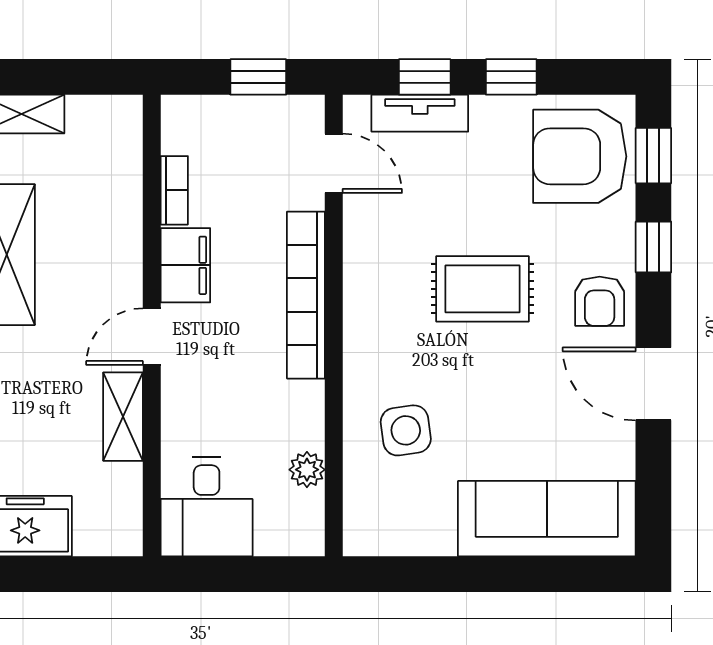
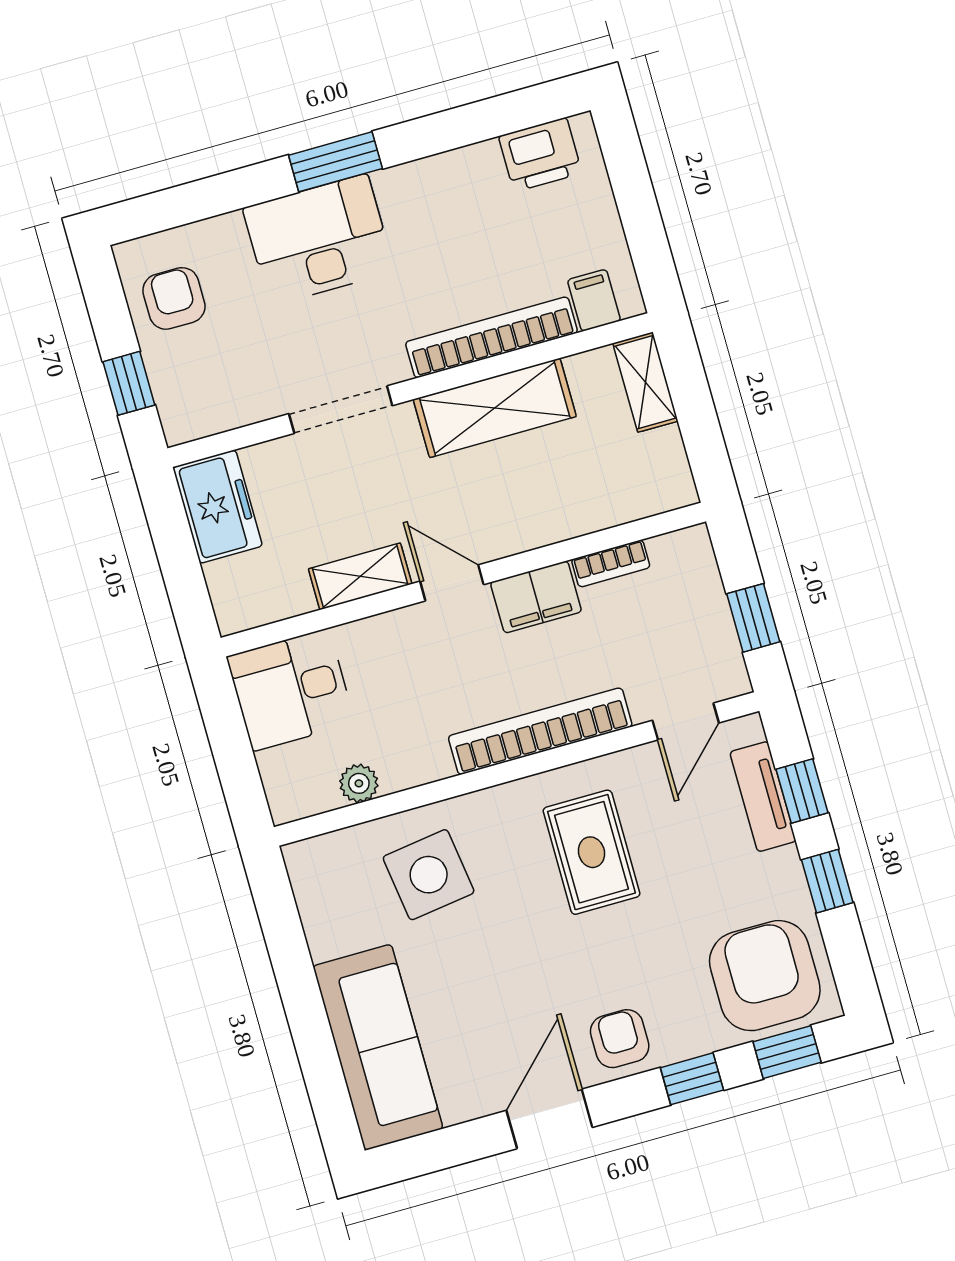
rug: (482, 289) -> (591, 852), moved
armchair: (600, 301) -> (620, 1039), turned 90
side table: (406, 430) -> (429, 875), width x1.37, depth x1.37

